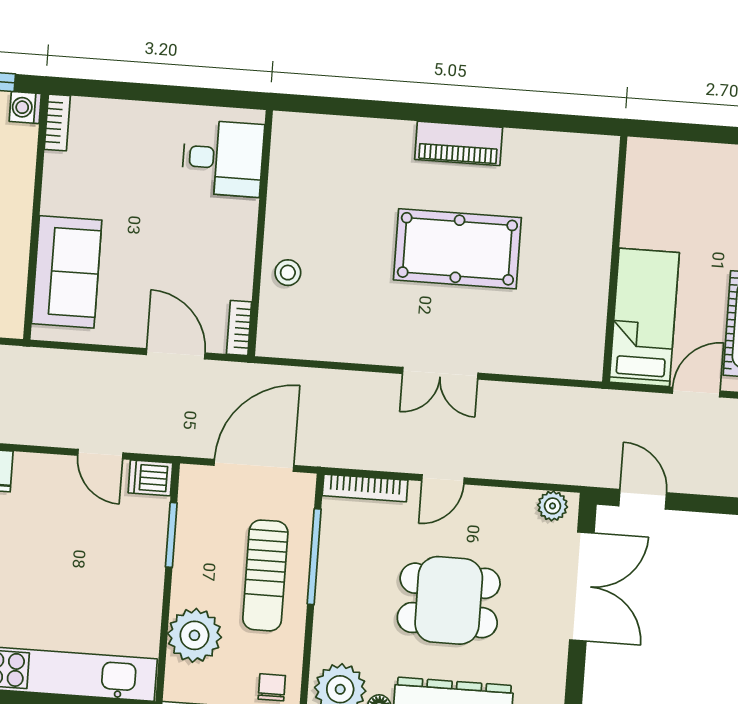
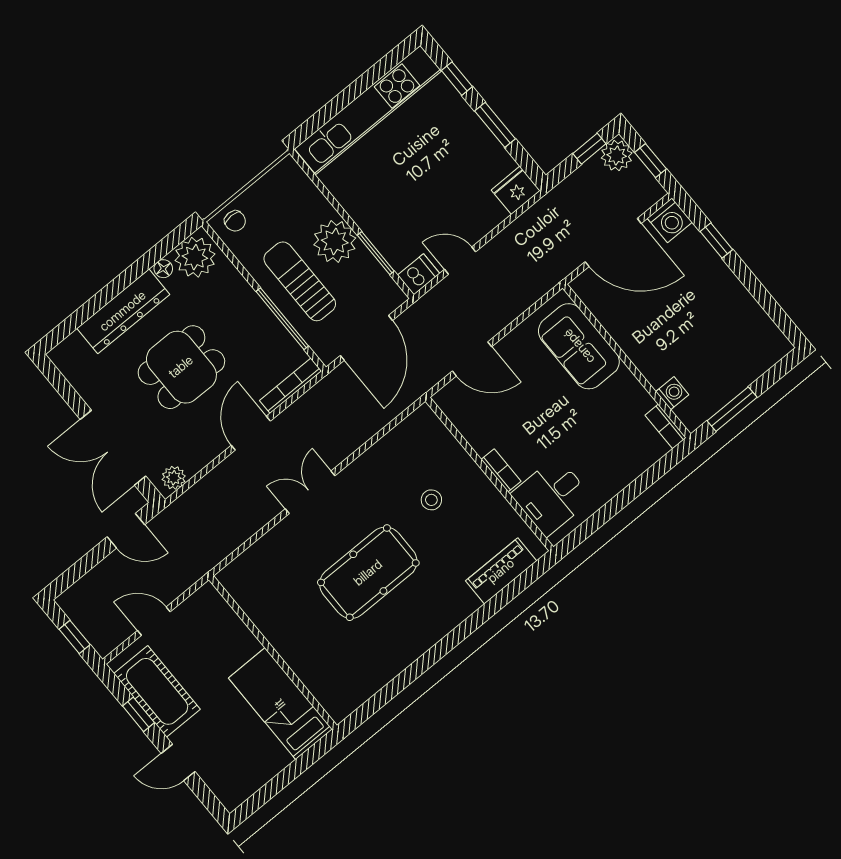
washing machine: (25, 107) -> (672, 393), moved
piano: (459, 143) -> (501, 571), moved
stool: (288, 273) -> (431, 500), moved
bed: (644, 317) -> (280, 704), moved, turned 180
bookcase: (239, 328) -> (501, 470), moved
door: (696, 392) -> (154, 621), swing flipped
door: (443, 479) -> (251, 433), width x1.38
plant: (194, 635) -> (335, 241), moved

